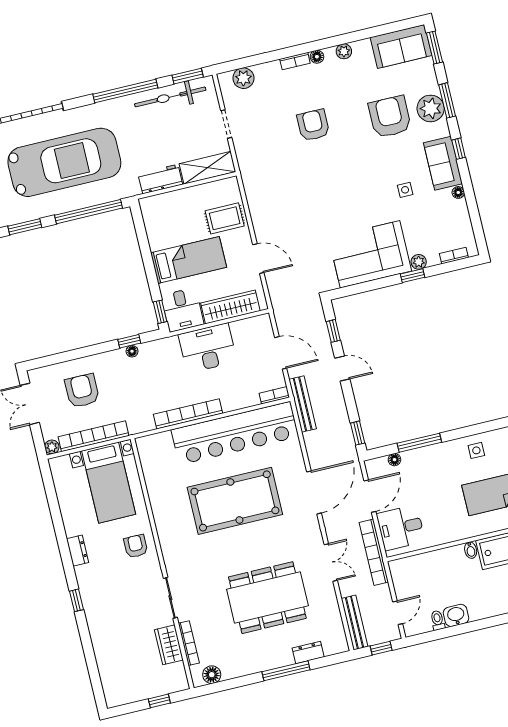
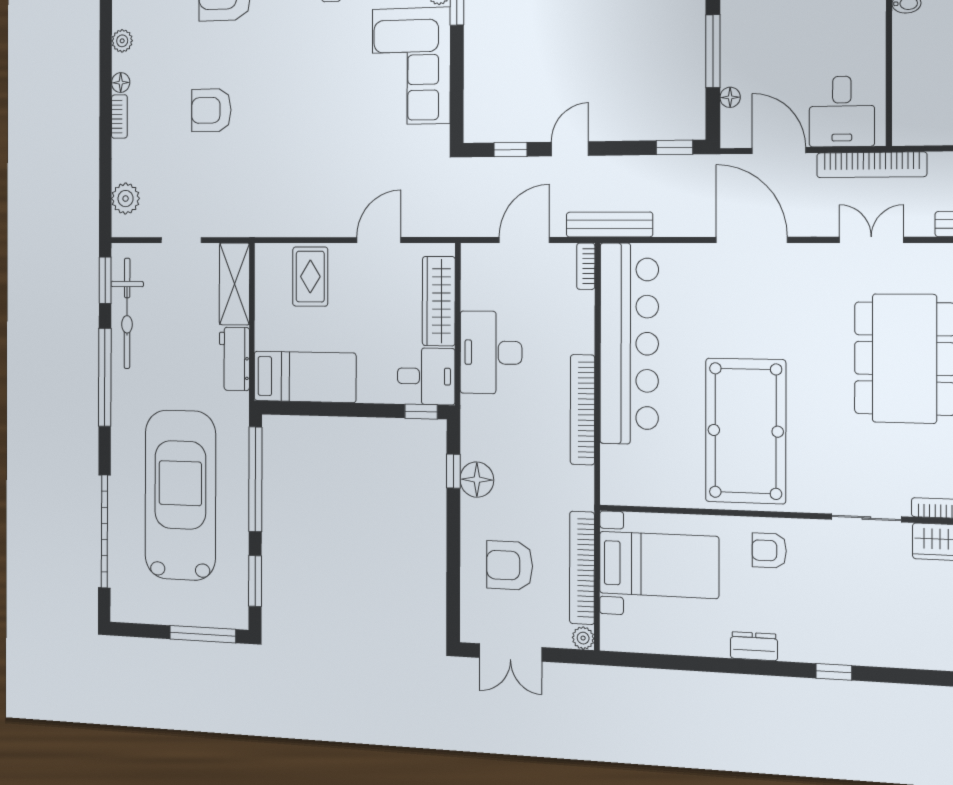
bed: (189, 260) -> (305, 377), moved, turned 90
floor lamp: (132, 351) -> (477, 480), width x1.89, depth x1.89
pool table: (235, 501) -> (746, 431), moved

